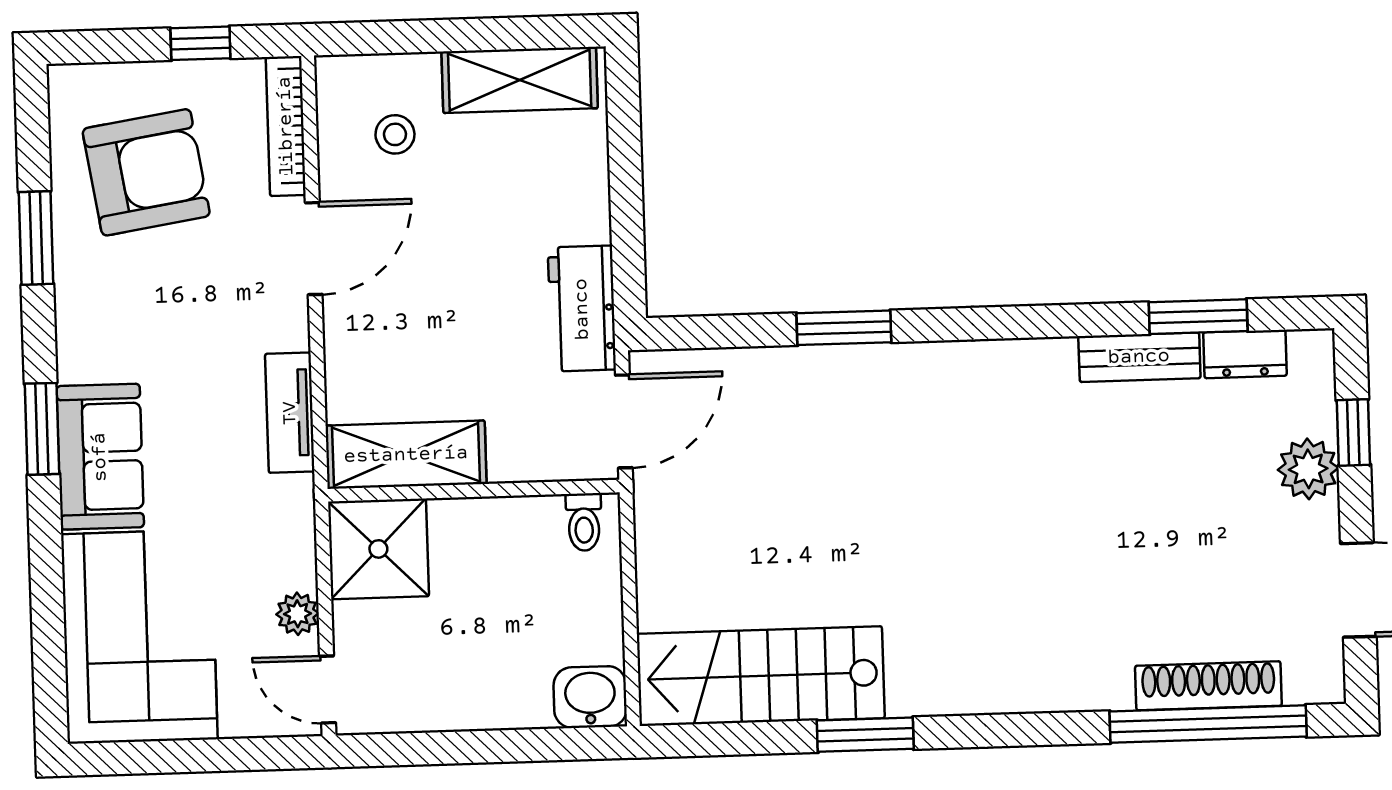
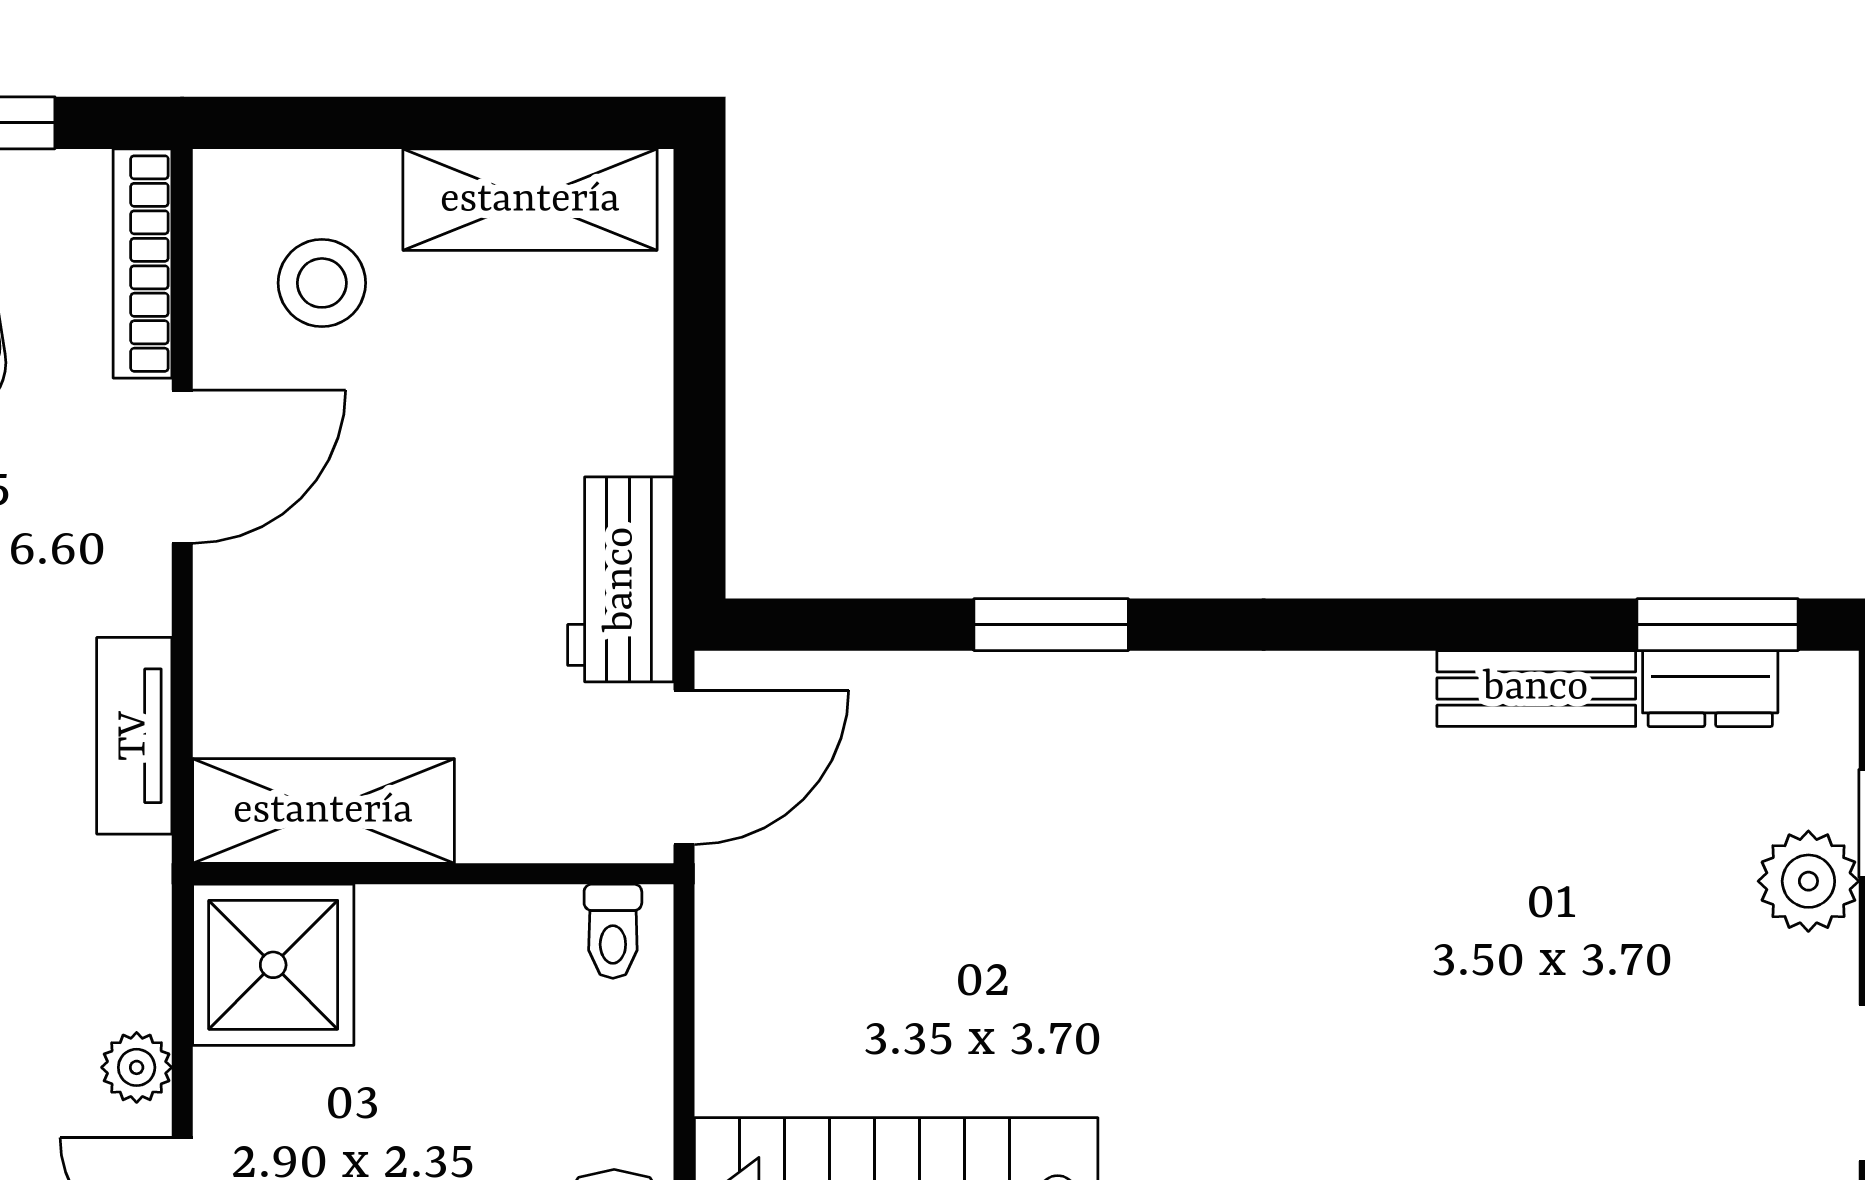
stool: (395, 134) -> (322, 283), width x1.37, depth x1.37
window: (1198, 317) -> (1718, 625), moved

